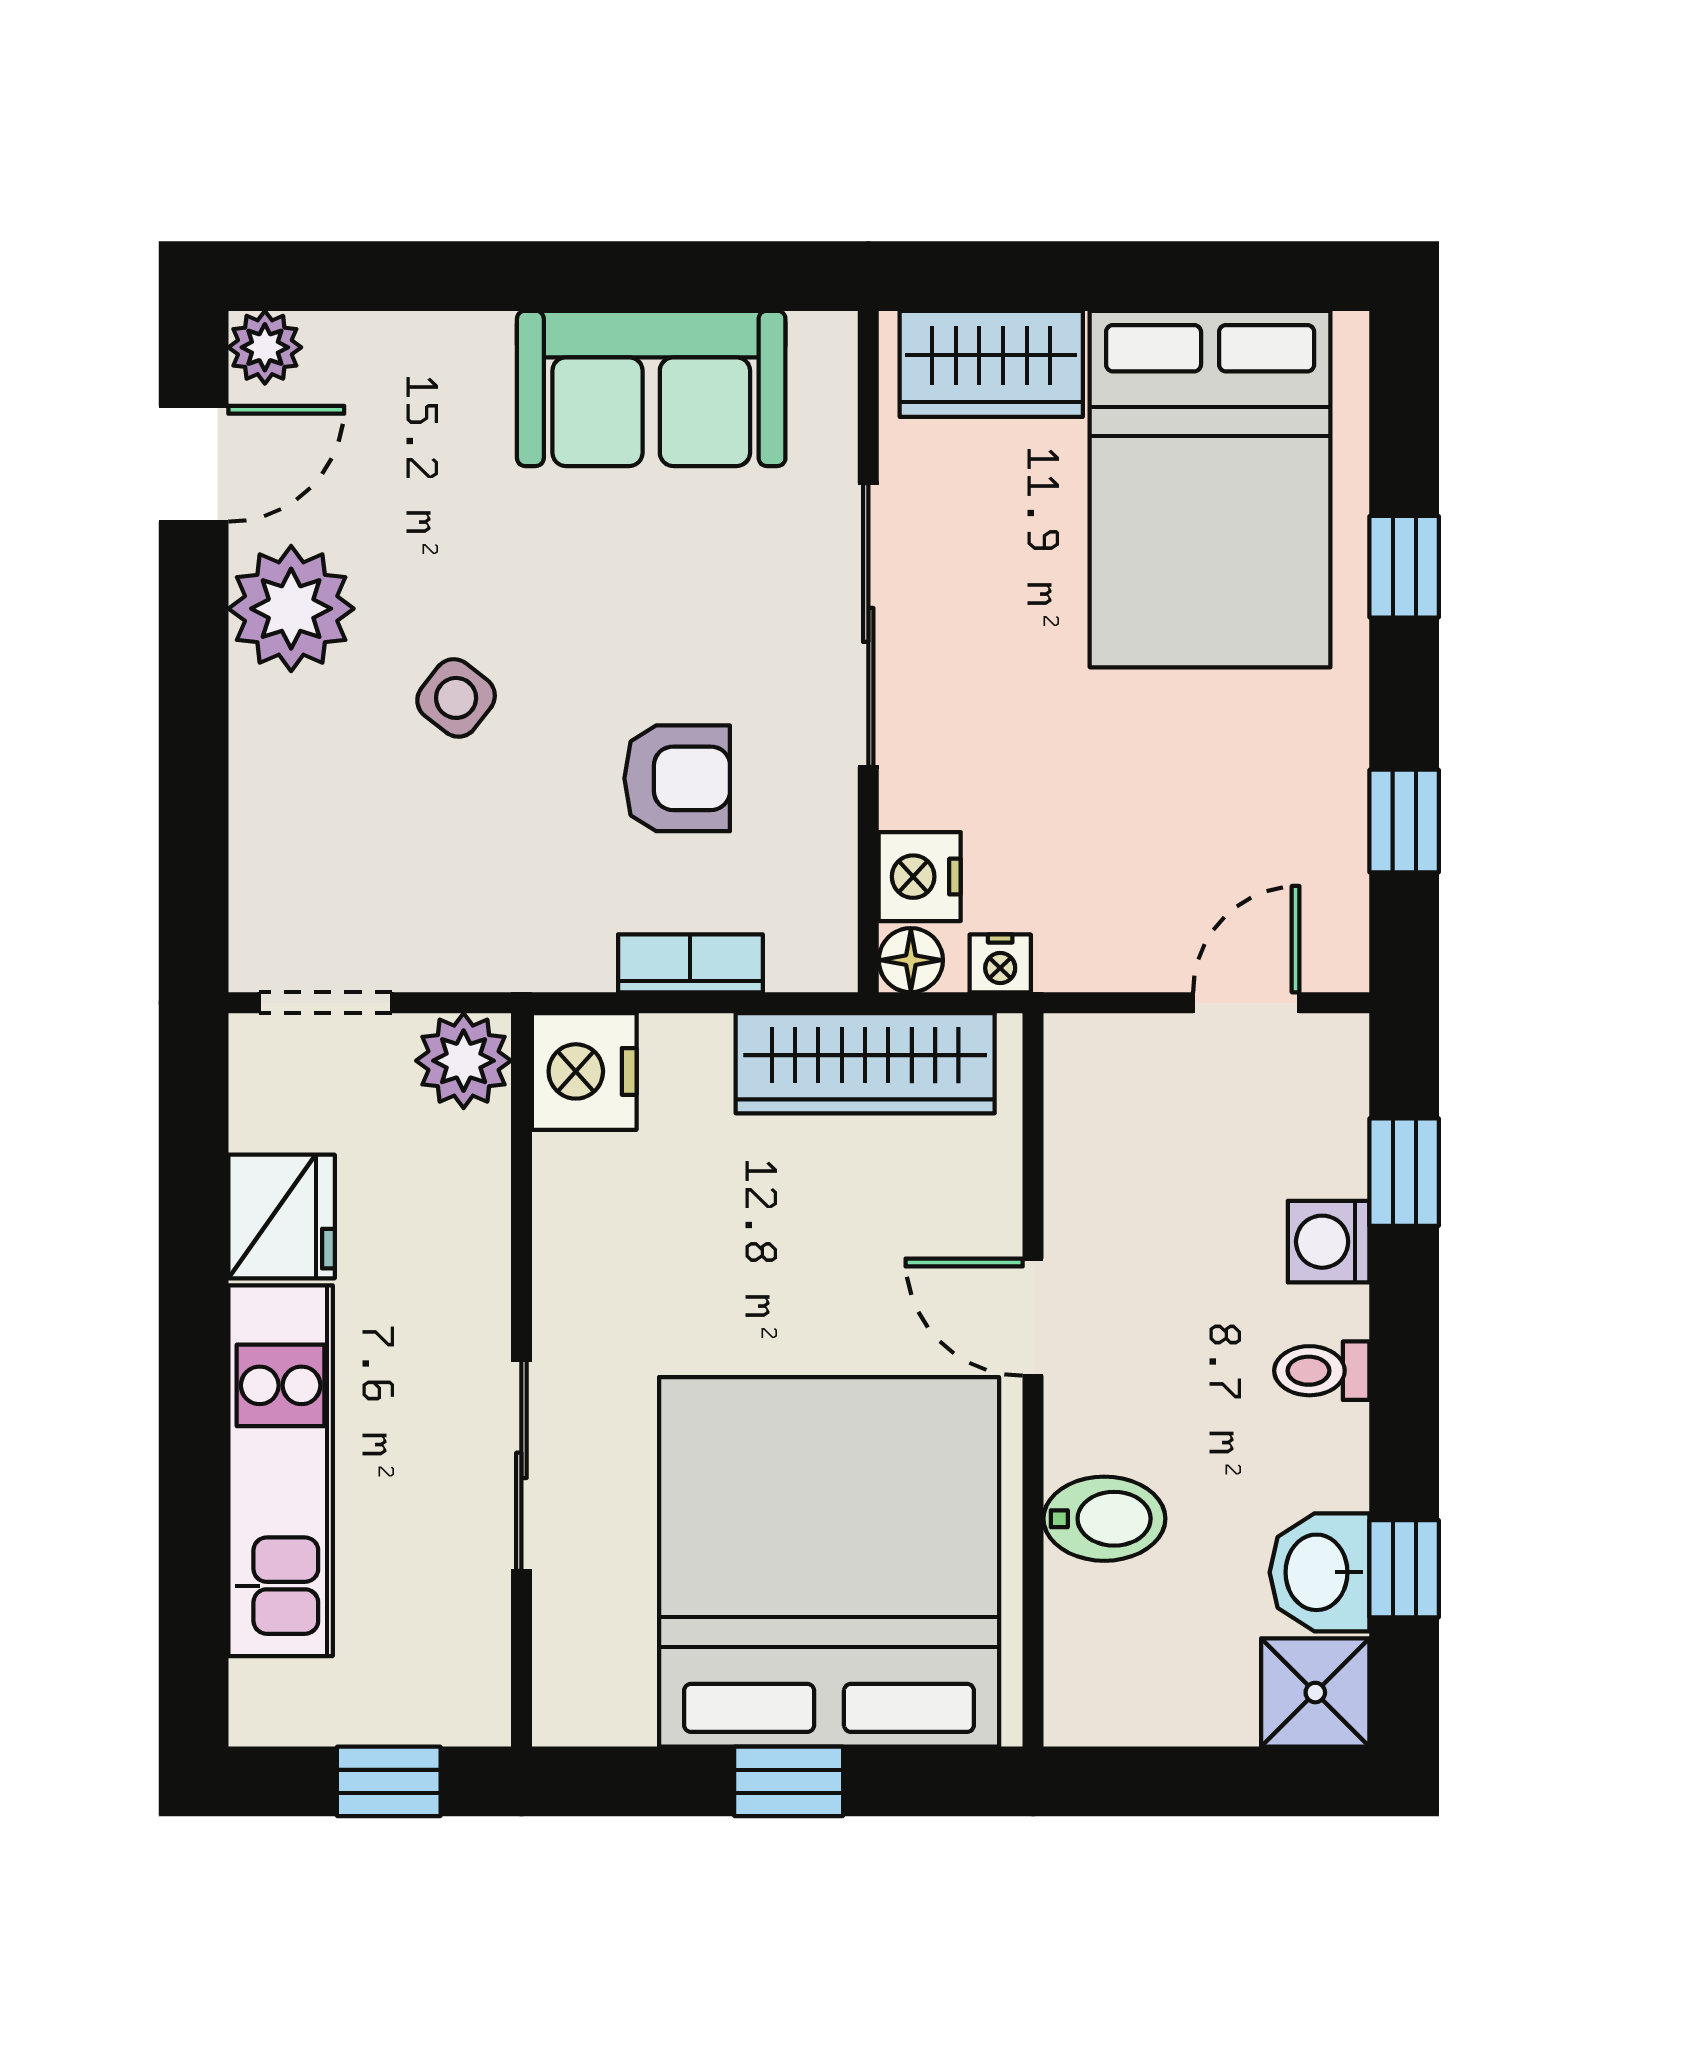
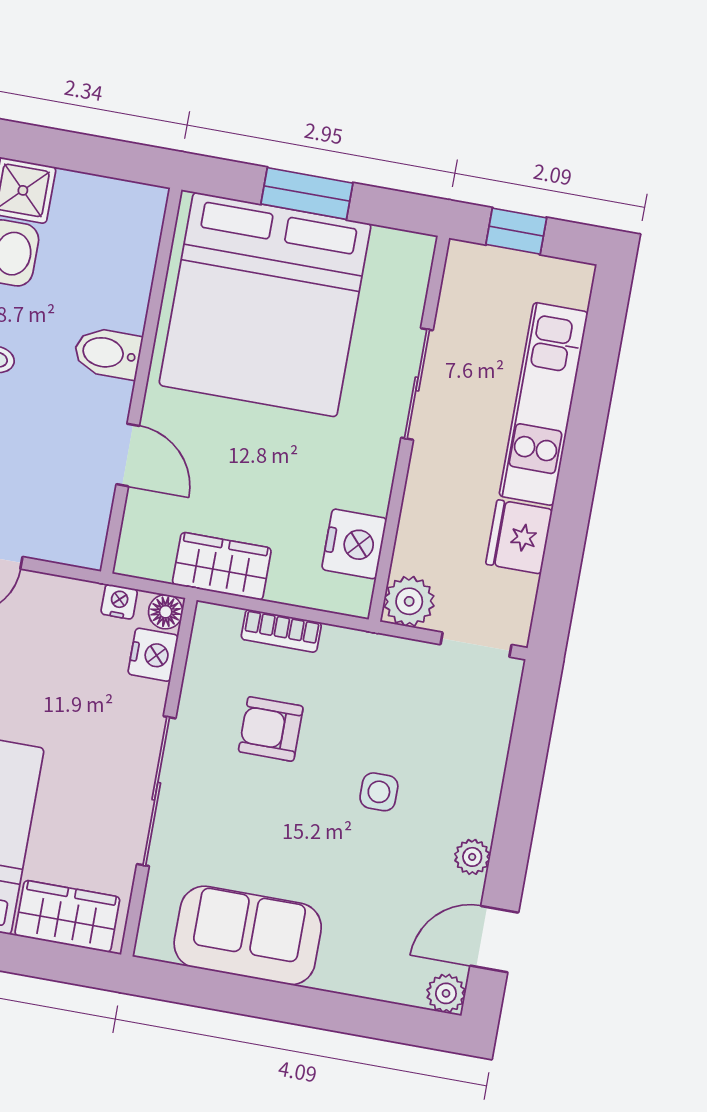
plant: (291, 609) -> (472, 857), width x0.53, depth x0.53
side table: (456, 698) -> (379, 792), turned -38
wardrobe: (865, 1063) -> (222, 566), width x0.67
nightstand: (584, 1071) -> (354, 544), moved
door: (1033, 1317) -> (128, 455), moved
bidet: (1104, 1519) -> (108, 353), moved
window: (789, 1781) -> (307, 193), width x1.50

